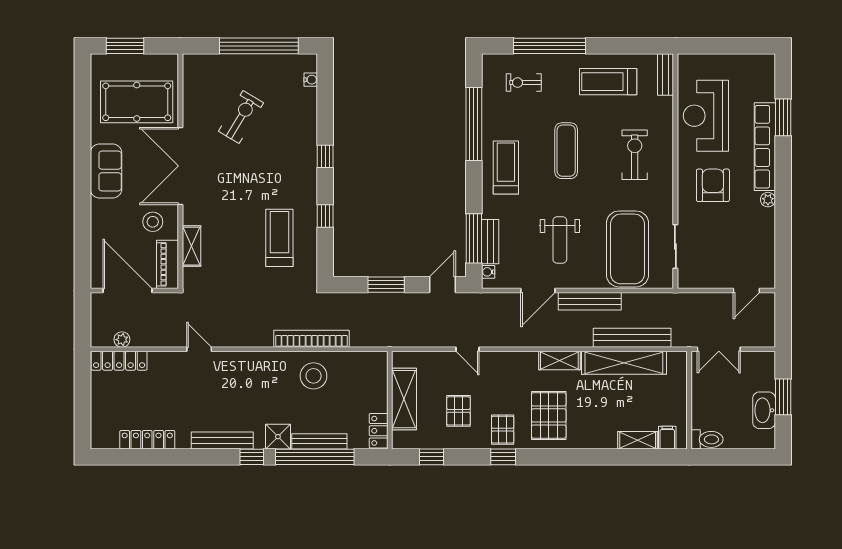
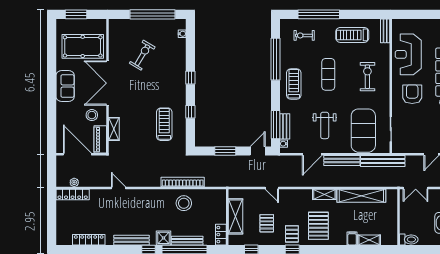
bench: (632, 338) -> (383, 161), moved
filing cabinet: (667, 438) -> (352, 238), moved

